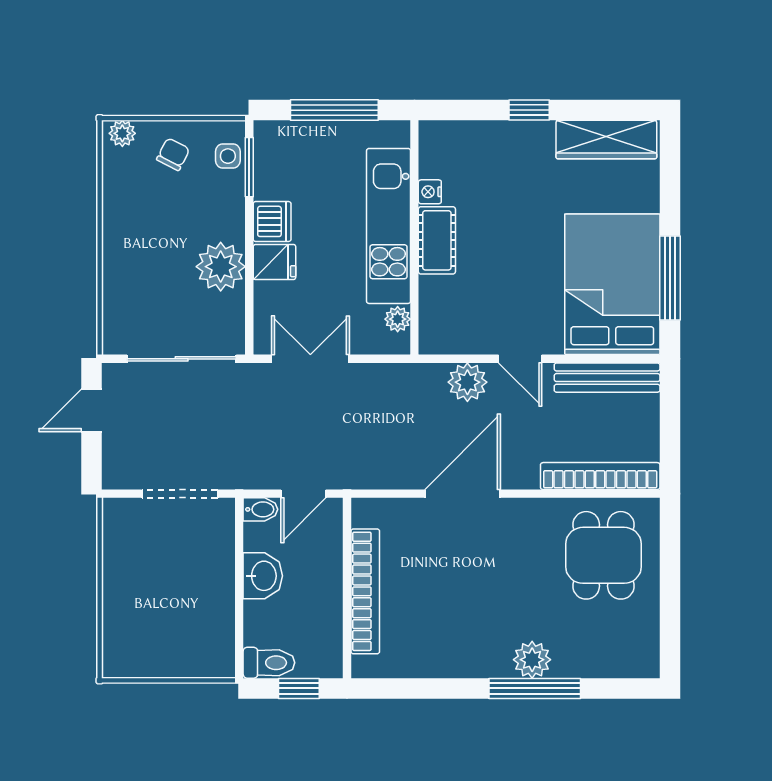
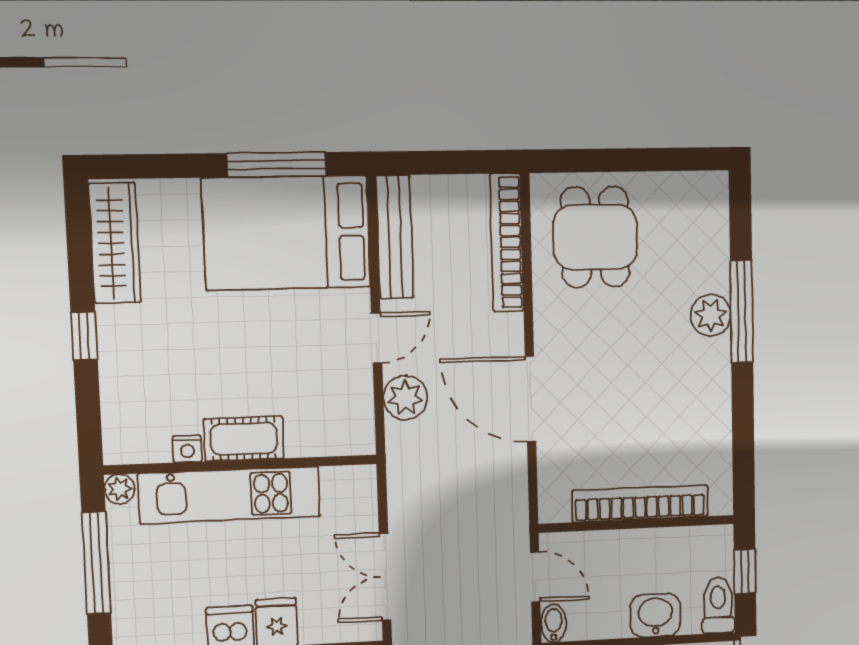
plant: (398, 319) -> (120, 489), moved
dining table: (603, 555) -> (595, 237), turned 90
washbasin: (263, 576) -> (655, 615), moved

